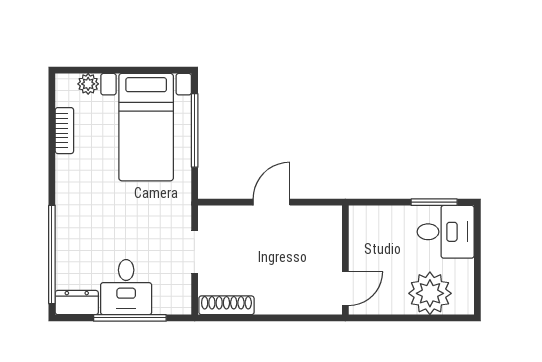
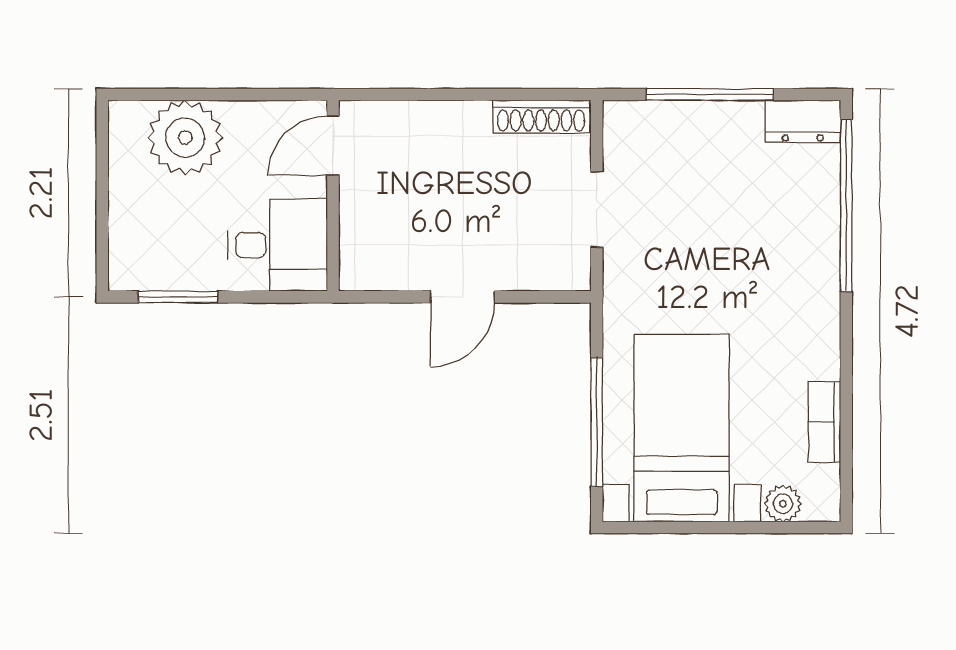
desk: (446, 232) -> (278, 245), moved, turned 180
desk: (126, 287) -> (717, 148), removed

